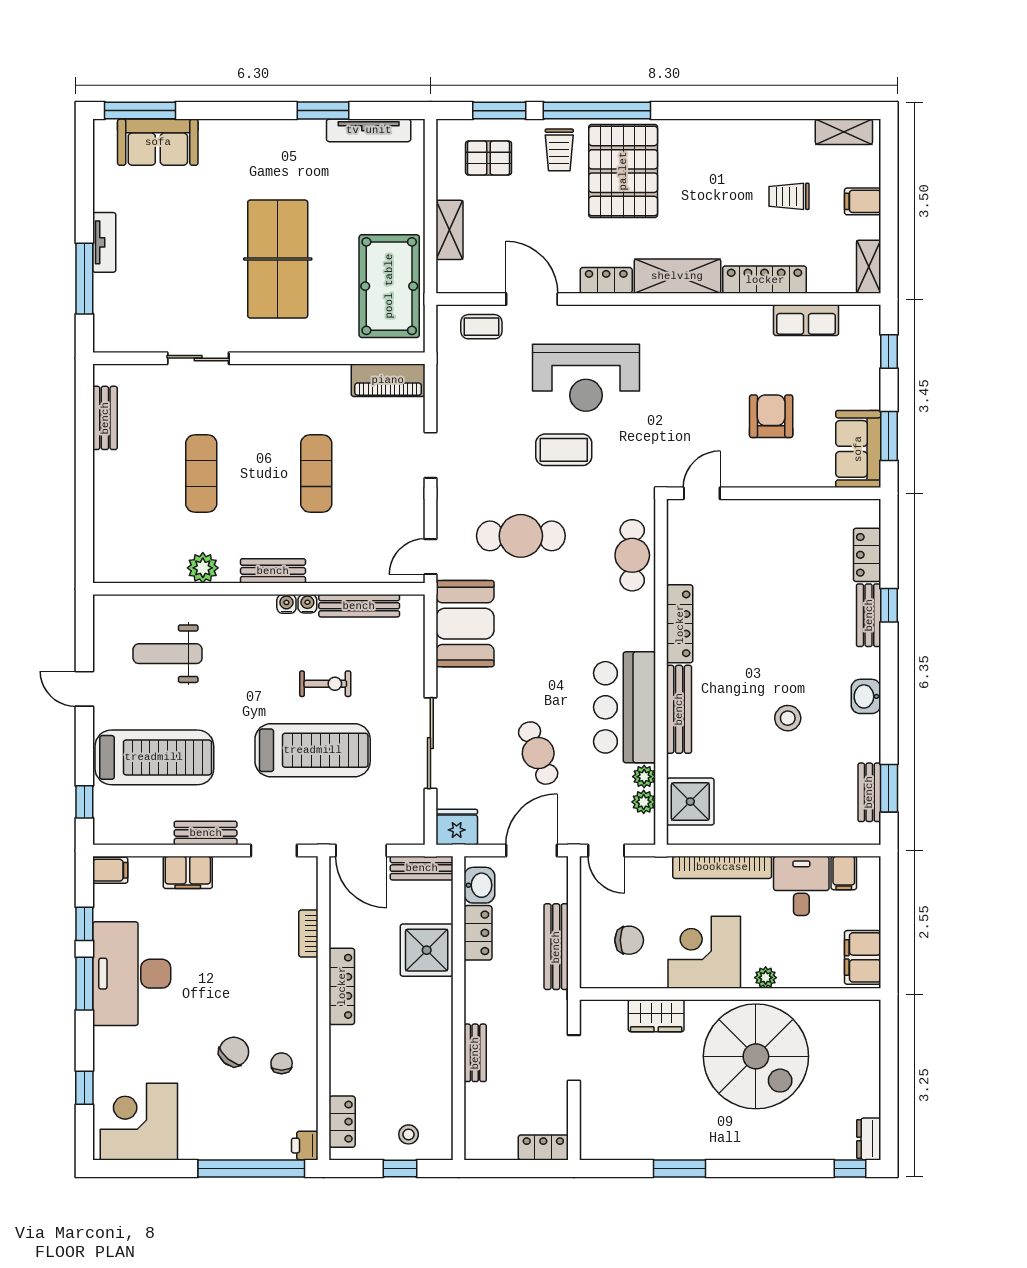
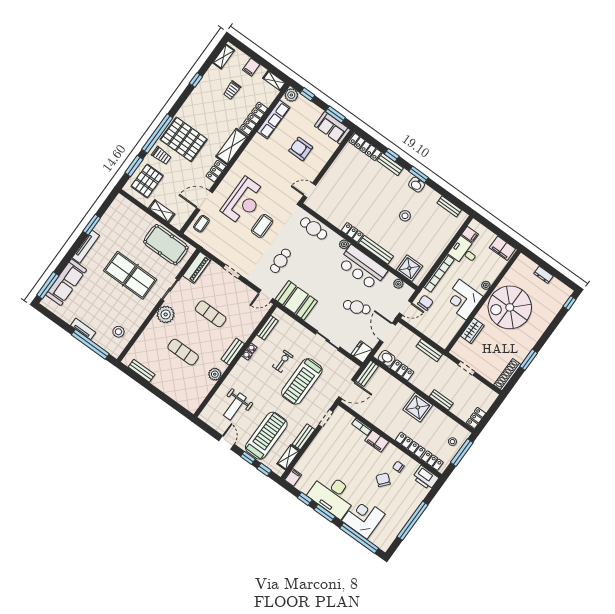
window: (758, 111) -> (196, 80), added
tv unit: (369, 130) -> (86, 247), moved
sofa: (158, 142) -> (66, 282), width x1.36
pallet: (489, 158) -> (147, 181), width x1.50, depth x1.42
window: (84, 279) -> (90, 344), width x1.46
stool: (149, 317) -> (118, 332), added
row of seats: (806, 320) -> (273, 119), width x1.48
plant: (864, 321) -> (291, 95), added
sliding door: (198, 358) -> (170, 290), moved
plant: (251, 385) -> (166, 314), added
door: (702, 493) -> (310, 190), hinge flipped
cafe table: (521, 536) -> (280, 261), width x0.73, depth x0.74
locker: (867, 555) -> (365, 147), width x1.53
door: (430, 557) -> (266, 296), hinge flipped
bench: (359, 606) -> (267, 328), width x0.73
locker: (680, 624) -> (352, 232), width x0.66
door: (84, 689) -> (227, 443), swing flipped
sliding door: (430, 743) -> (328, 341), width x0.73
treadmill: (313, 750) -> (302, 381), turned 180
window: (84, 753) -> (248, 458), added
plant: (644, 777) -> (344, 244), moved
window: (889, 788) -> (419, 174), moved
shelving: (143, 832) -> (288, 457), added
filing cabinet: (188, 872) -> (377, 441), moved, turned 90
chair: (629, 940) -> (425, 303), moved
bench: (556, 947) -> (429, 350), width x0.73
shower: (427, 950) -> (418, 407), moved
locker: (342, 986) -> (410, 445), moved
spiral stairs: (756, 1056) -> (510, 307), turned 180
window: (84, 1088) -> (359, 538), width x3.17
corner desk: (139, 1122) -> (363, 517), moved, turned 90
dresser: (869, 1139) -> (543, 275), moved
printer: (305, 1146) -> (426, 478), width x1.87, depth x1.48
locker: (543, 1147) -> (476, 418), moved
shoe rack: (619, 1148) -> (507, 375), added
window: (251, 1168) -> (413, 521), moved
window: (400, 1168) -> (462, 453), width x2.17

